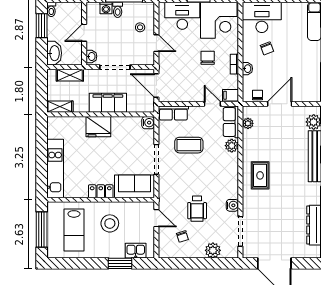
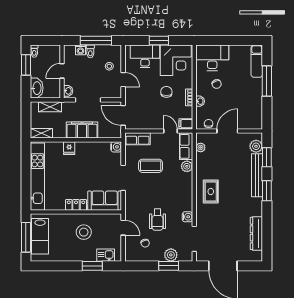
fridge: (98, 127) -> (69, 148), width x0.53, depth x0.75
kitchen unit: (55, 168) -> (37, 177), width x1.36
lab bench: (74, 230) -> (40, 236), moved
window: (210, 263) -> (169, 266), added

